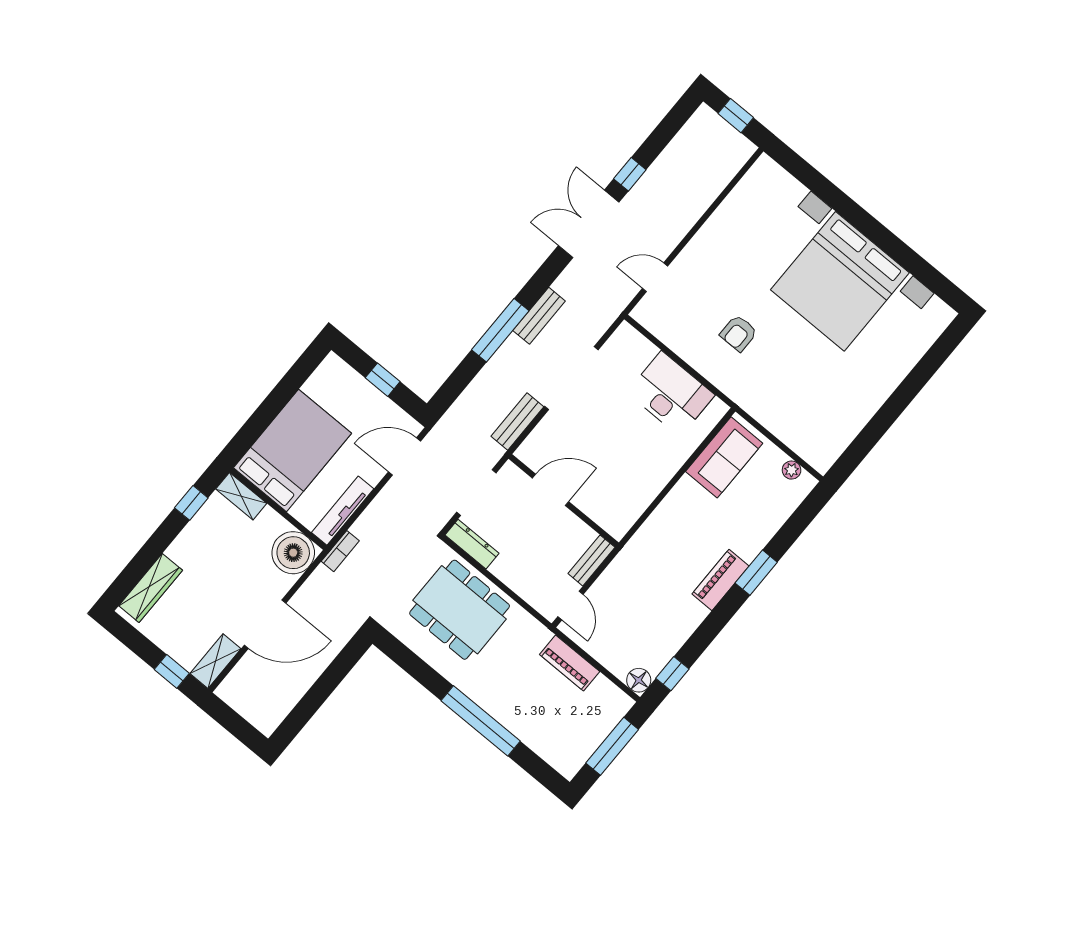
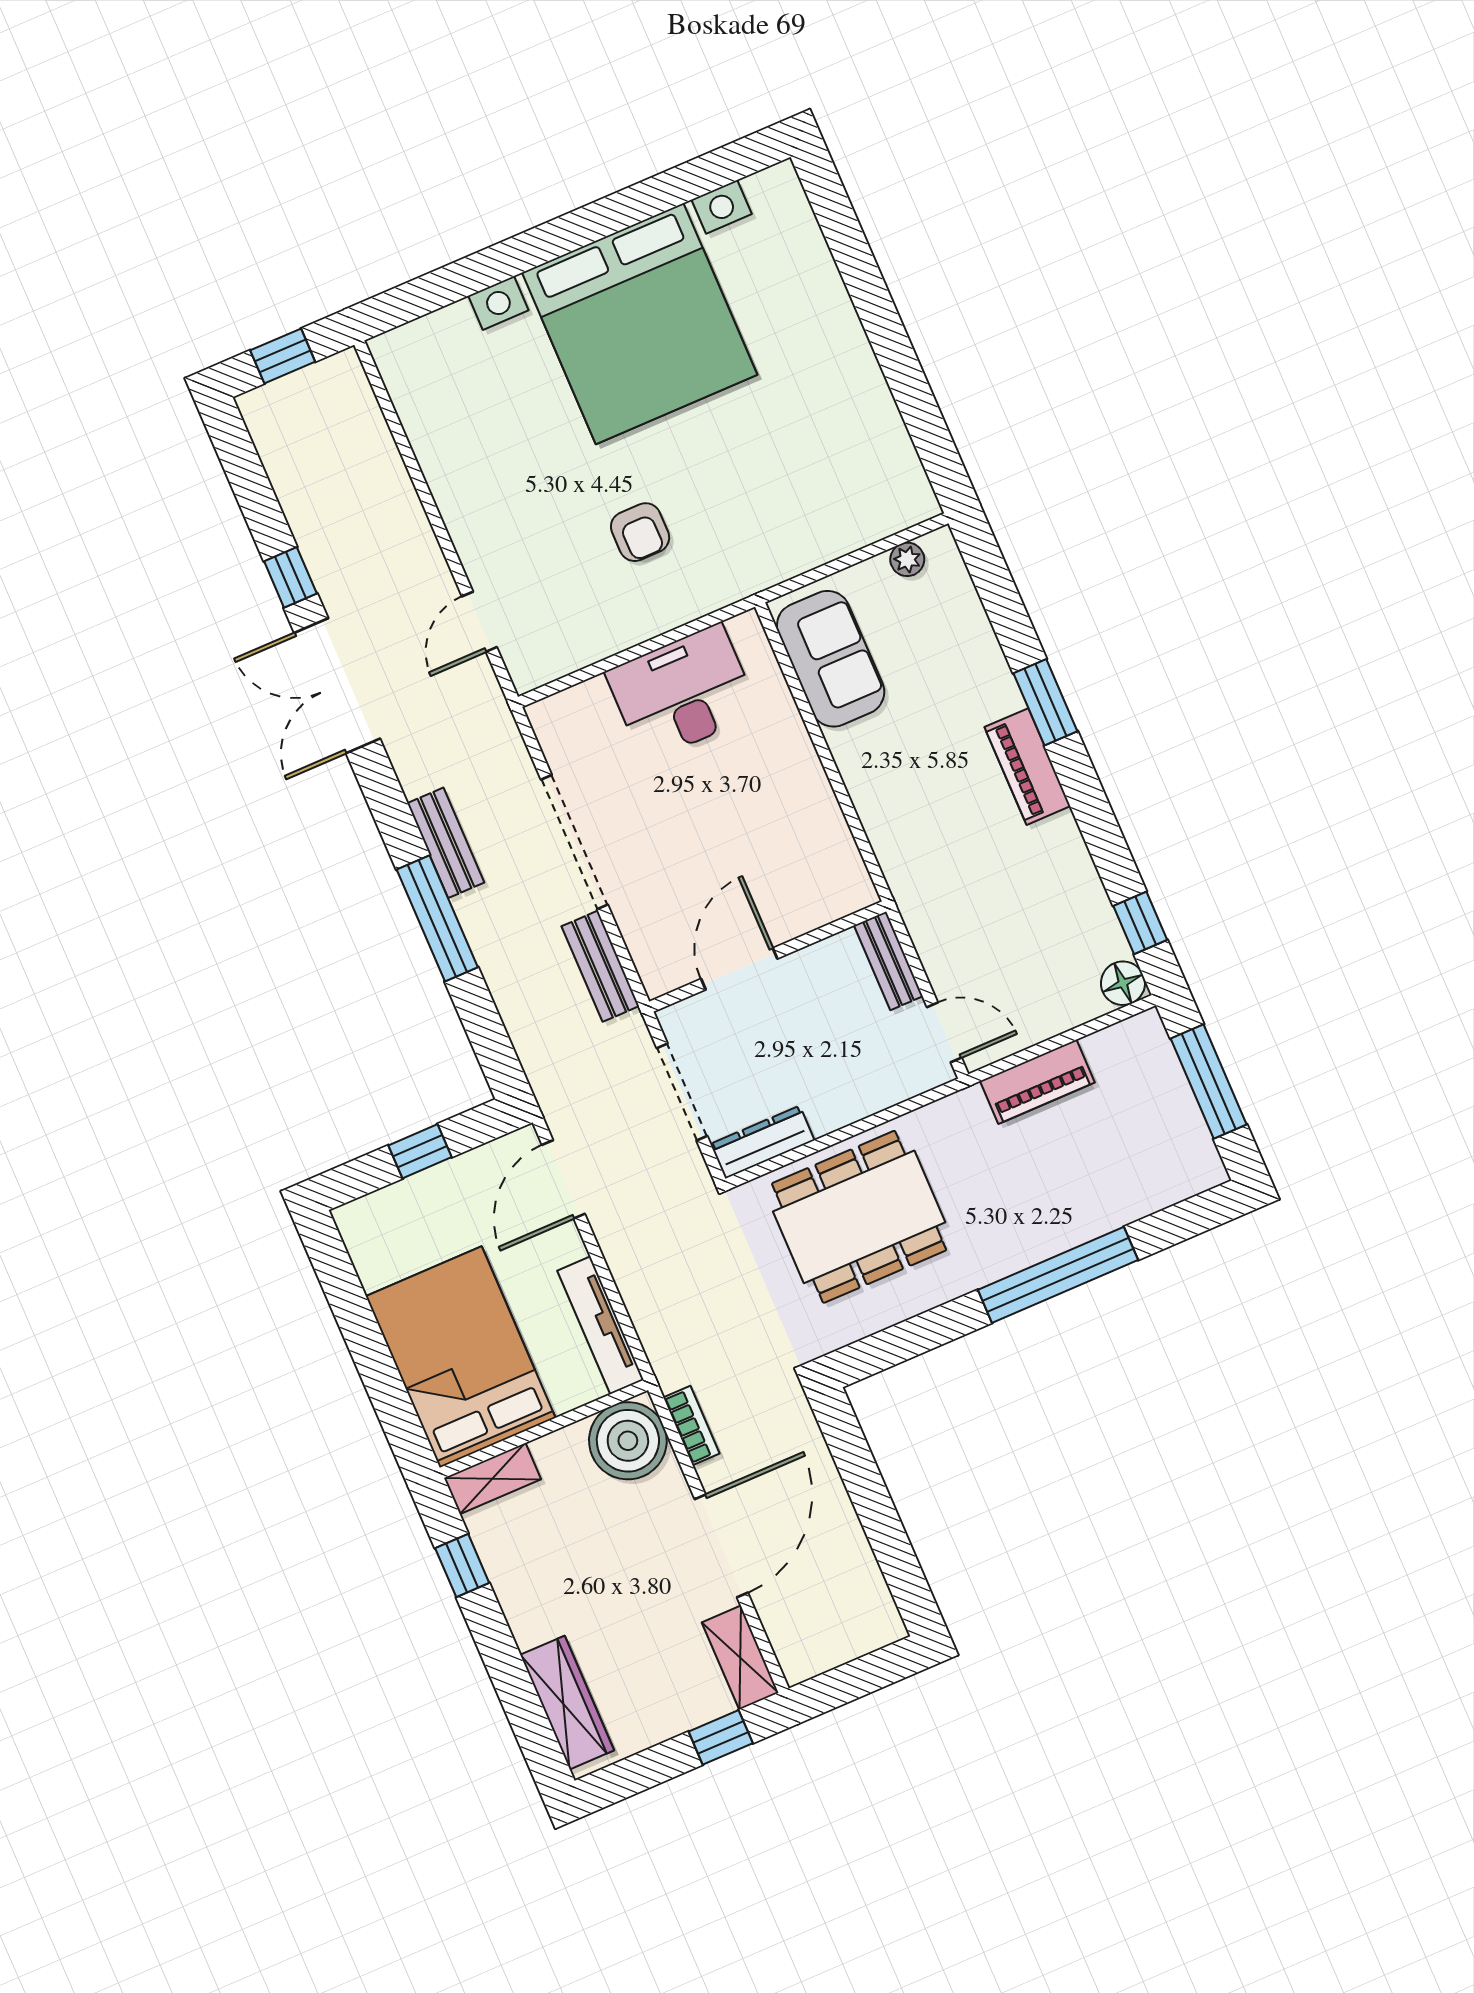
bookcase: (340, 551) -> (691, 1426), moved

